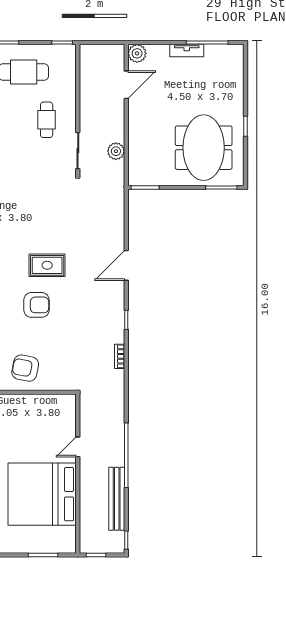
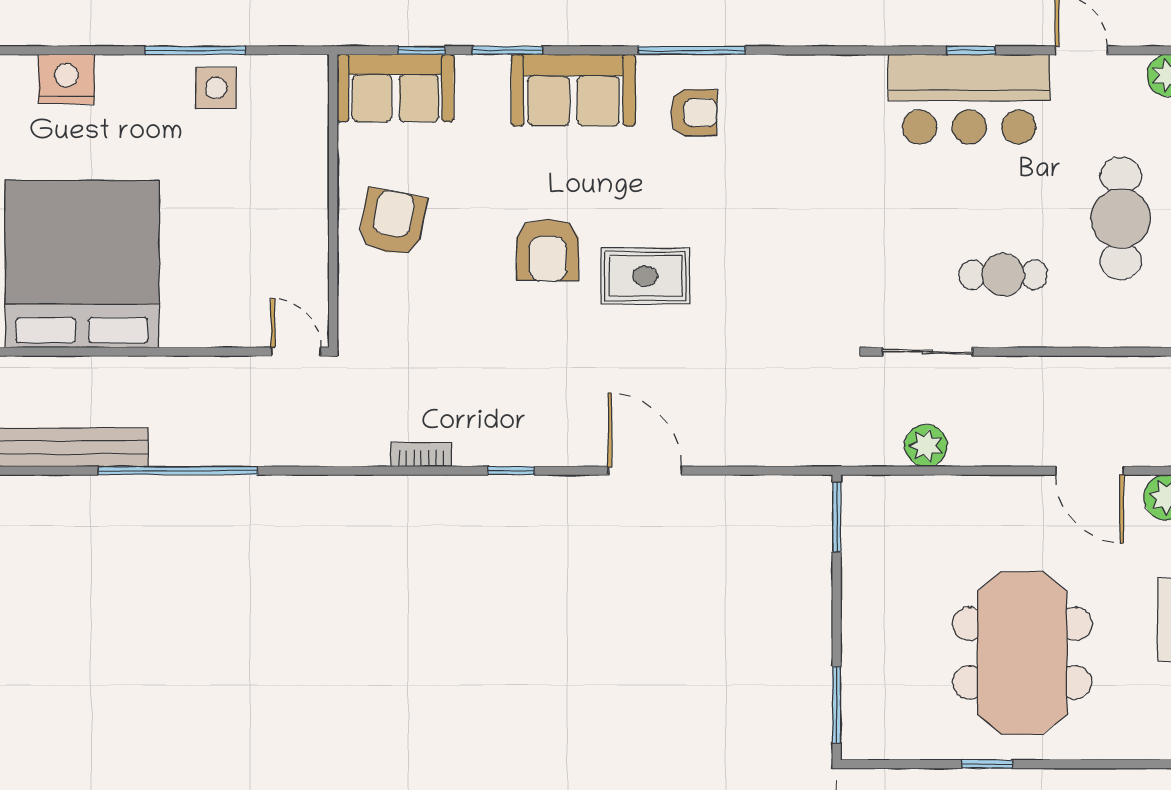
meeting table: (204, 148) -> (1022, 653), moved, turned 90
rug: (47, 265) -> (645, 276), turned 90
door: (78, 447) -> (296, 352), moved

